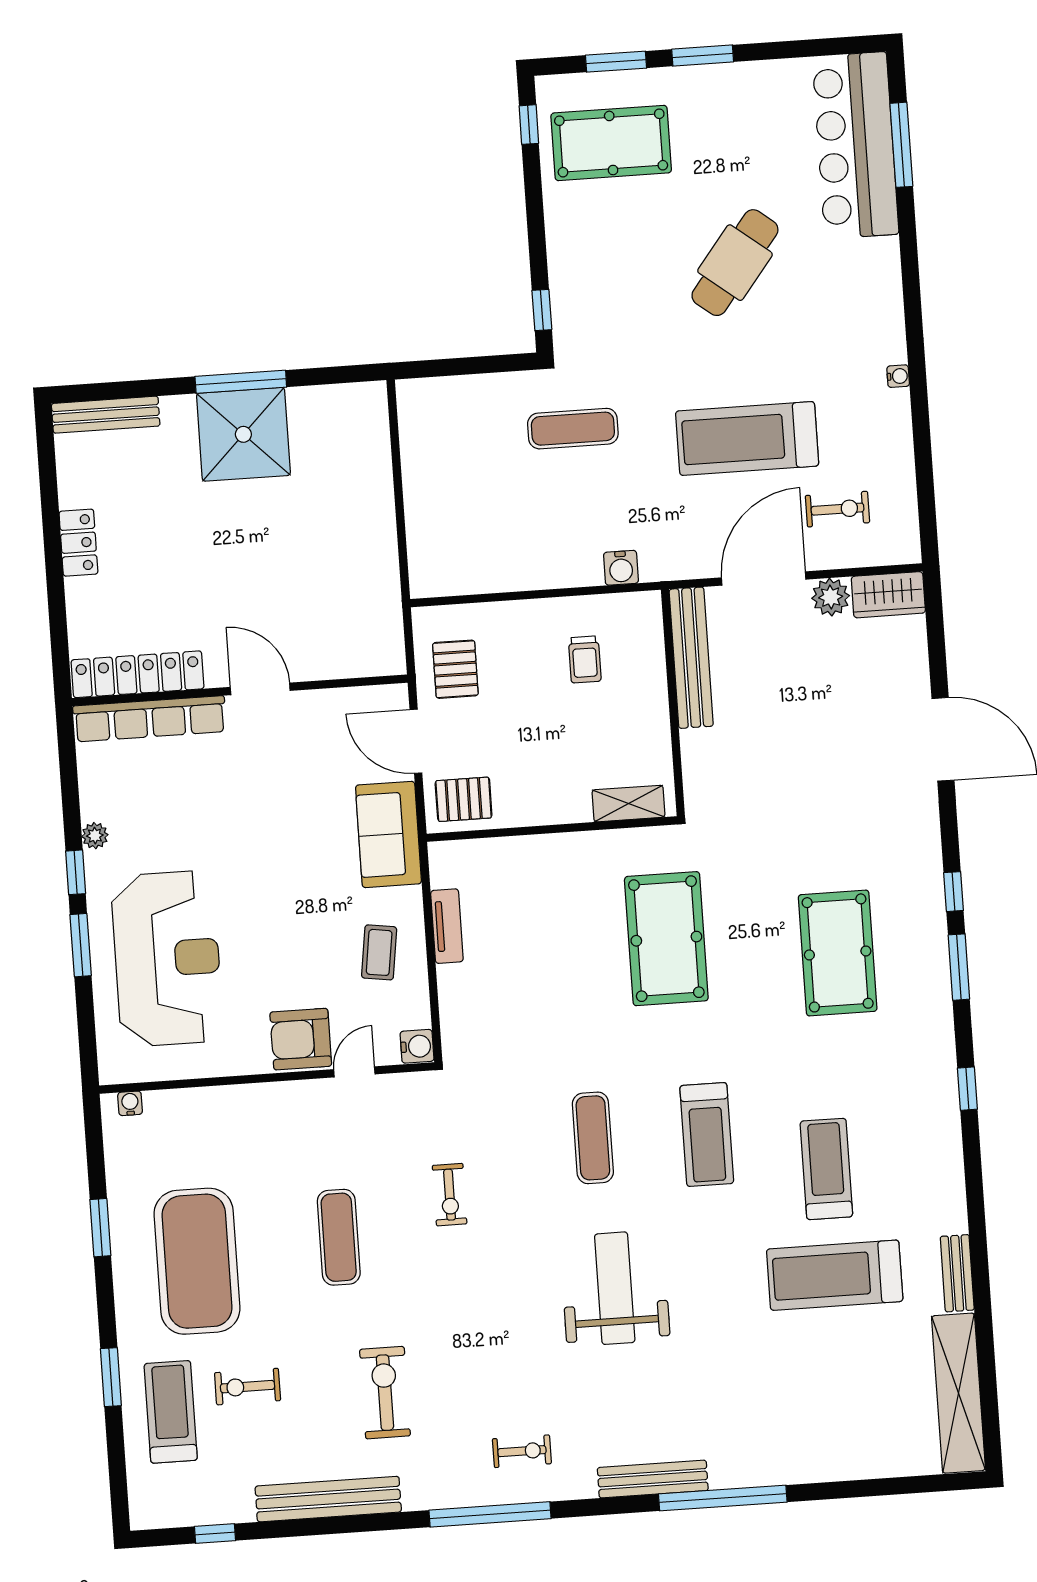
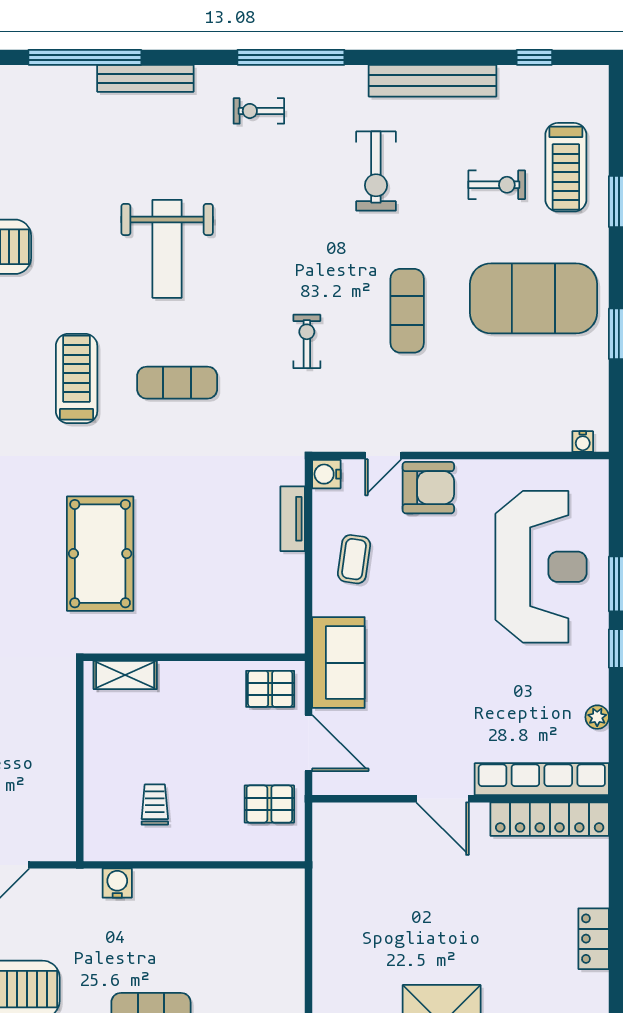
bench: (691, 658) -> (61, 800), removed
pallet: (455, 669) -> (269, 804), turned 90
plant: (95, 836) -> (597, 717), moved
tv unit: (447, 926) -> (293, 519), moved
reception desk: (167, 959) -> (541, 567), turned 180
exercise mat: (593, 1138) -> (177, 383), turned 90
exercise mat: (197, 1261) -> (533, 298), turned 90

